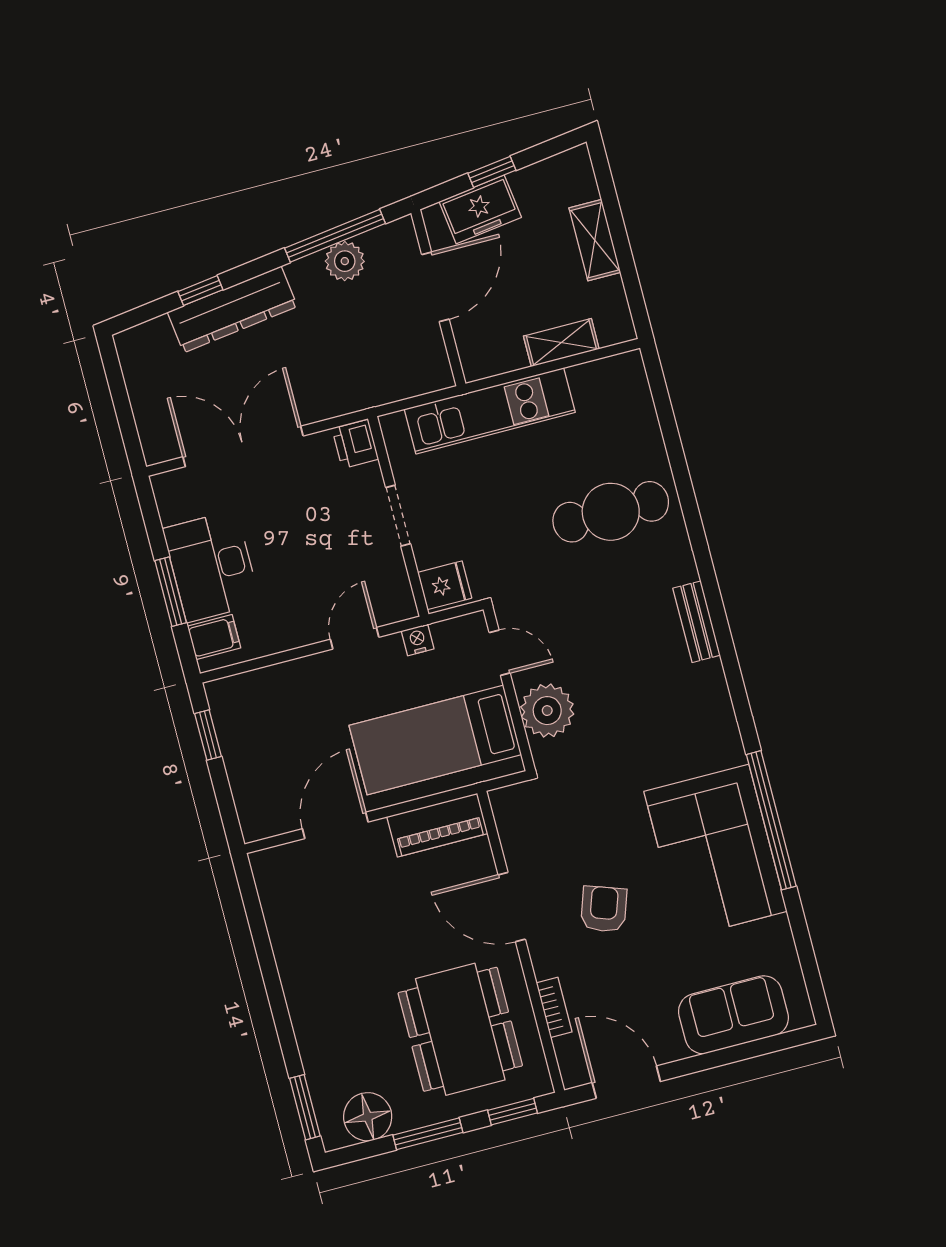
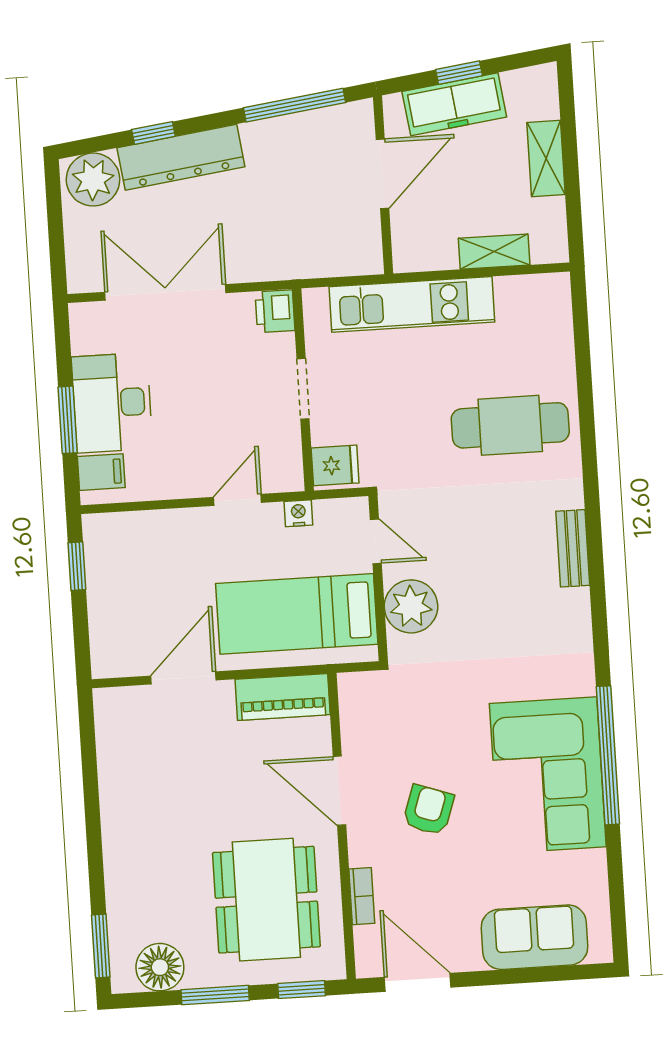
freezer: (480, 209) -> (454, 104), width x1.40
plant: (345, 261) -> (93, 180), moved, width x1.36, depth x1.36

